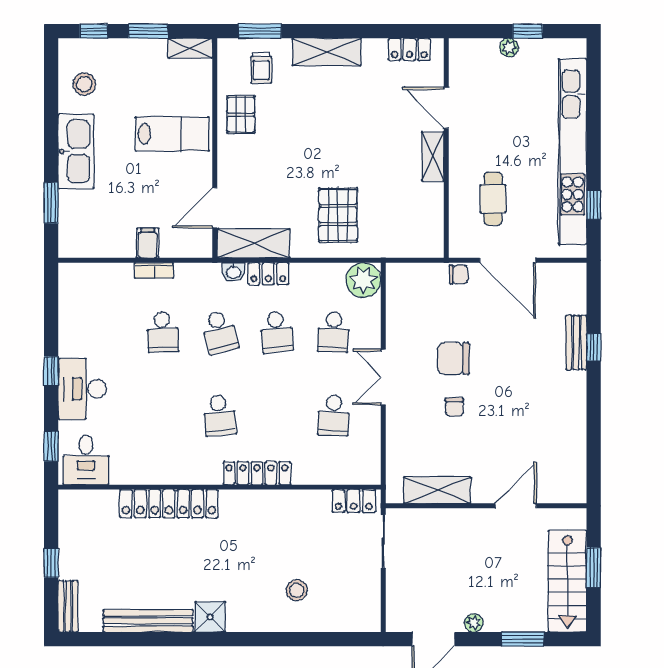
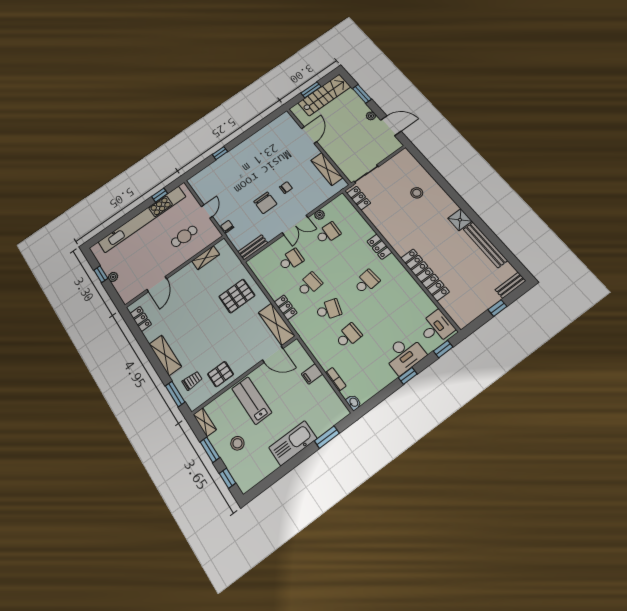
stool: (84, 84) -> (237, 443), moved
shelving: (433, 157) -> (206, 258), moved
door: (508, 260) -> (207, 212), width x0.53
bookcase: (154, 270) -> (336, 379), moved
washbasin: (233, 272) -> (354, 402), moved
plant: (363, 280) -> (320, 215), moved, width x0.53, depth x0.53
school desk: (219, 332) -> (329, 310), turned 33
bench: (576, 342) -> (253, 247), moved
locker: (257, 473) -> (379, 247), width x0.66
door: (516, 506) -> (309, 135), swing flipped

